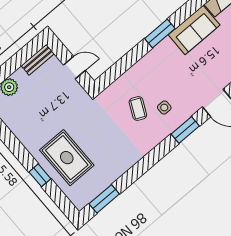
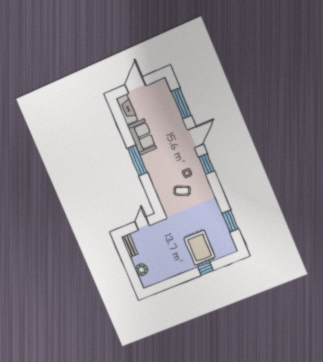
window: (160, 34) -> (137, 160), width x1.44
rug: (67, 158) -> (200, 248), turned 90
window: (104, 199) -> (230, 221), moved

